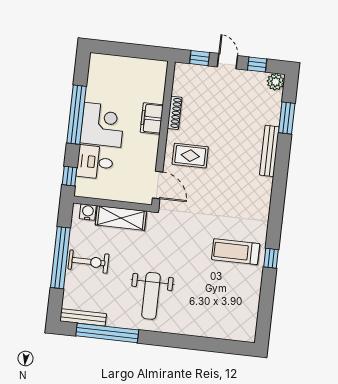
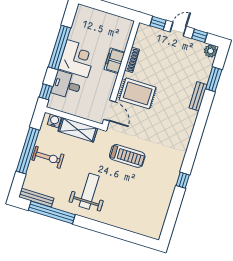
door: (227, 61) -> (178, 29), hinge flipped
bench: (269, 151) -> (198, 96), width x0.73
rug: (190, 156) -> (138, 93), width x1.36, depth x1.43
treadmill: (236, 252) -> (127, 156), moved, turned 180
weight bench: (151, 296) -> (89, 191), turned 180

